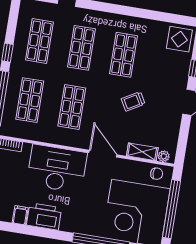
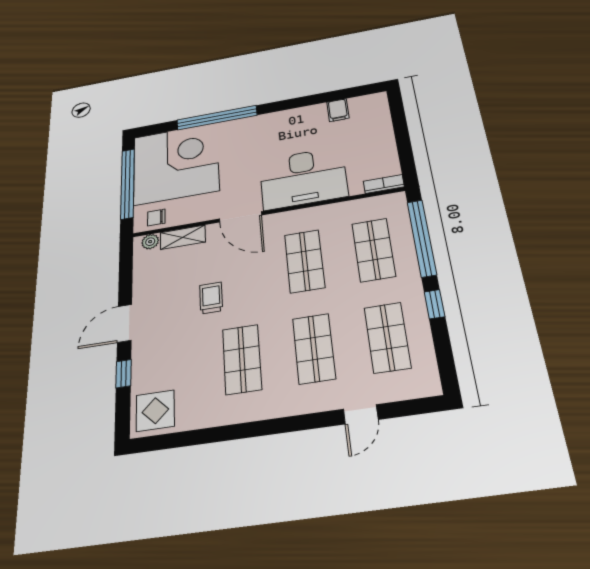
trolley: (133, 101) -> (211, 298), turned -60
printer: (44, 216) -> (304, 119), removed

